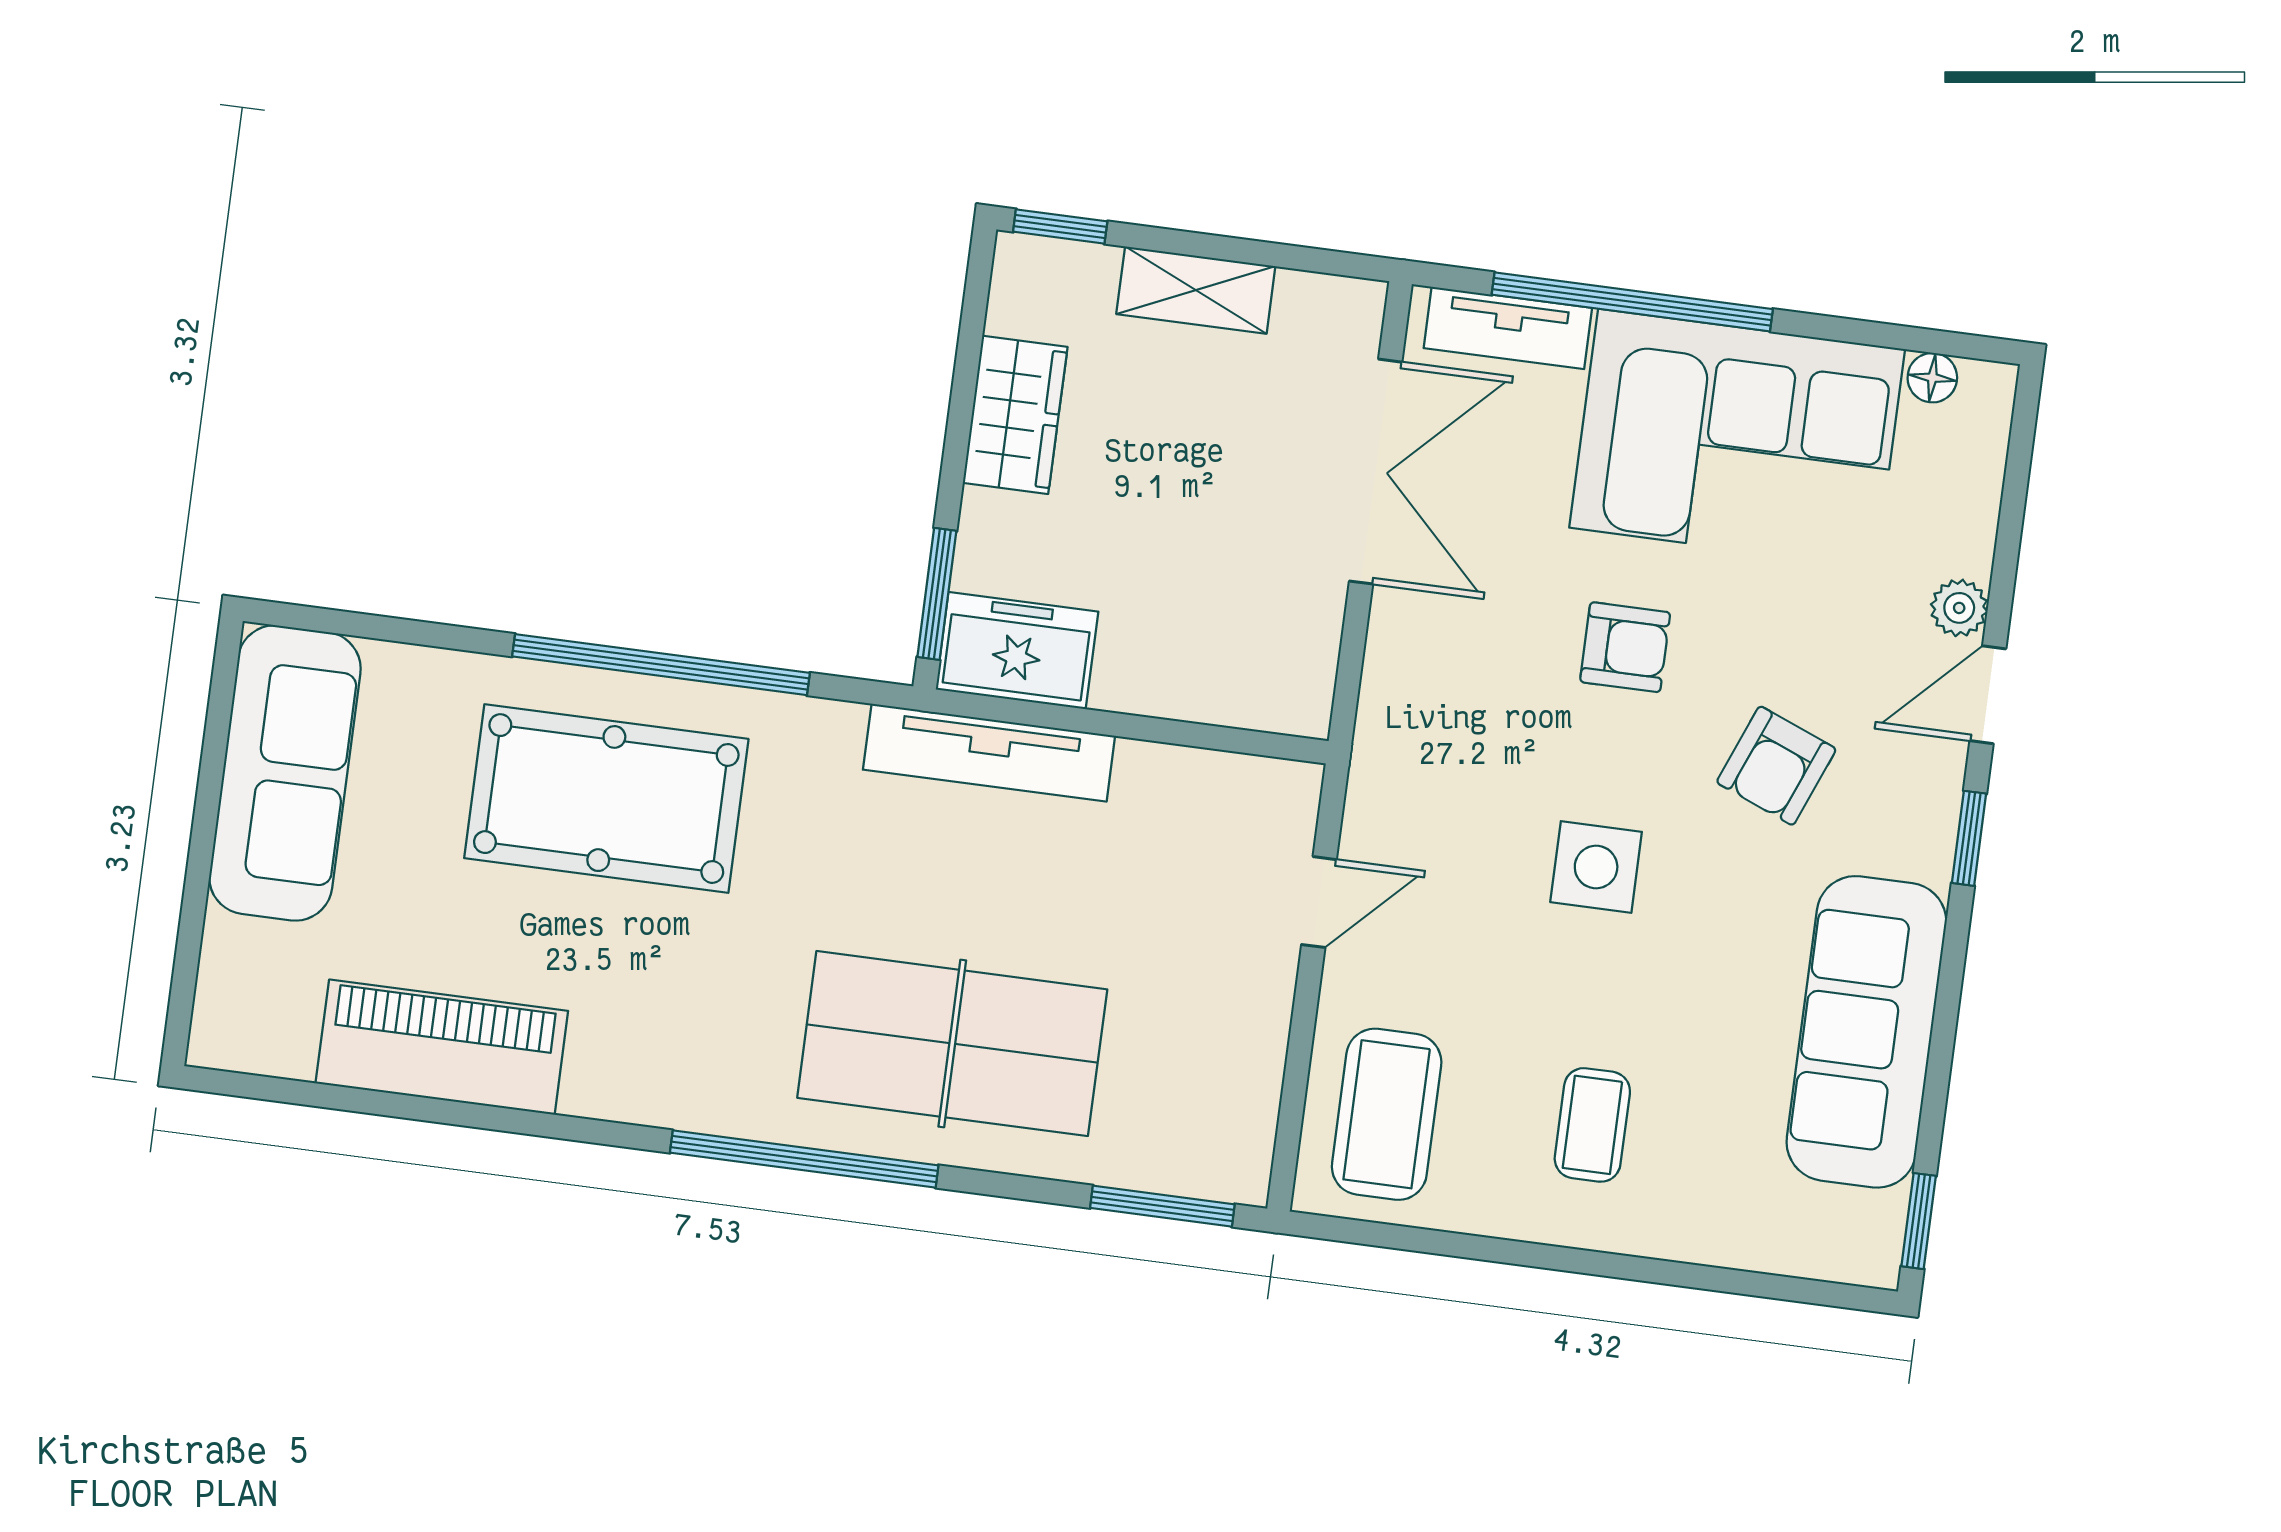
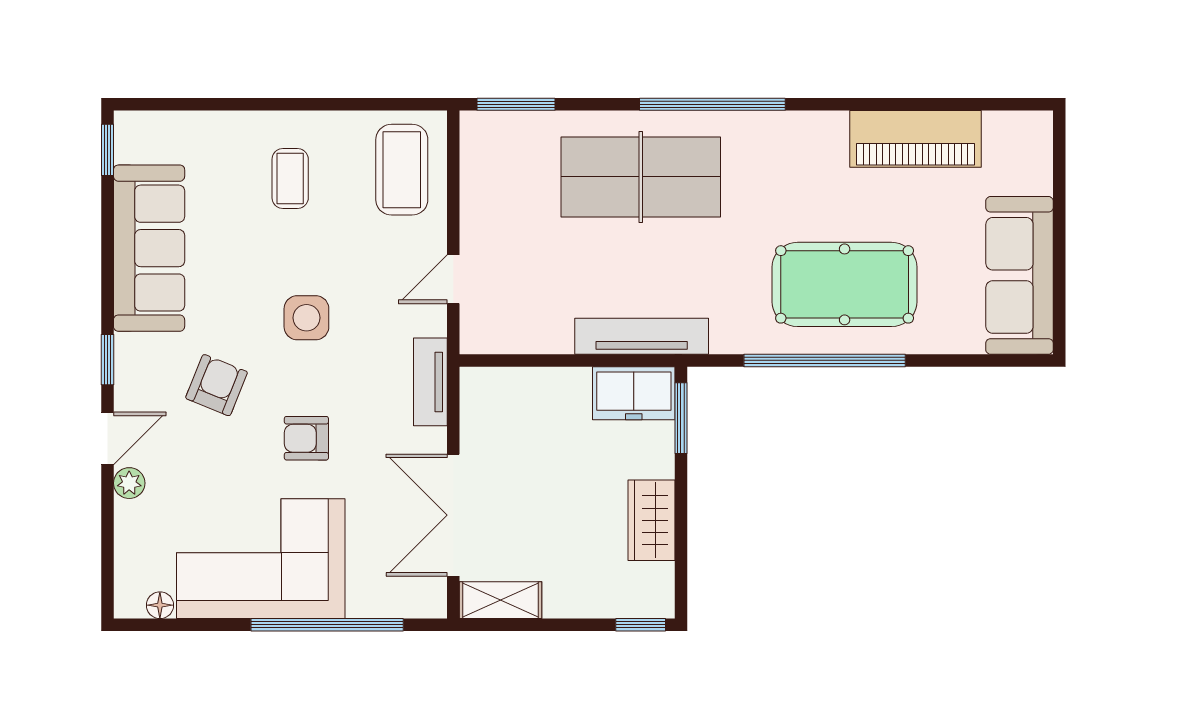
shelving: (1196, 290) -> (501, 600), moved
tv unit: (1508, 328) -> (430, 382), moved, turned -90

